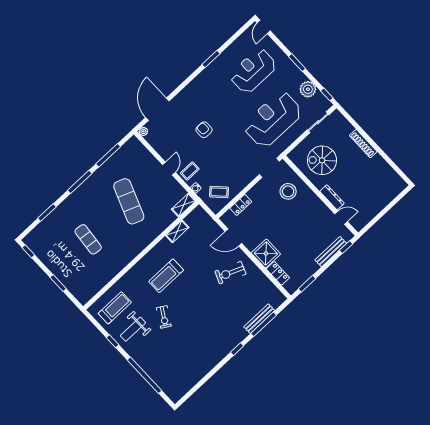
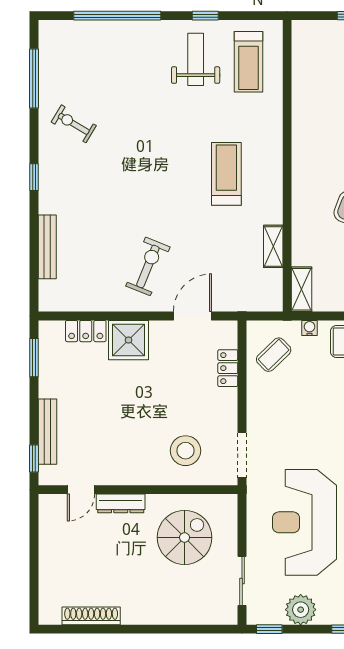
reception desk: (273, 119) -> (304, 522), turned 180
shoe rack: (363, 144) -> (91, 616), moved
exercise bike: (164, 317) -> (74, 124), moved
window: (264, 324) -> (34, 78), moved

